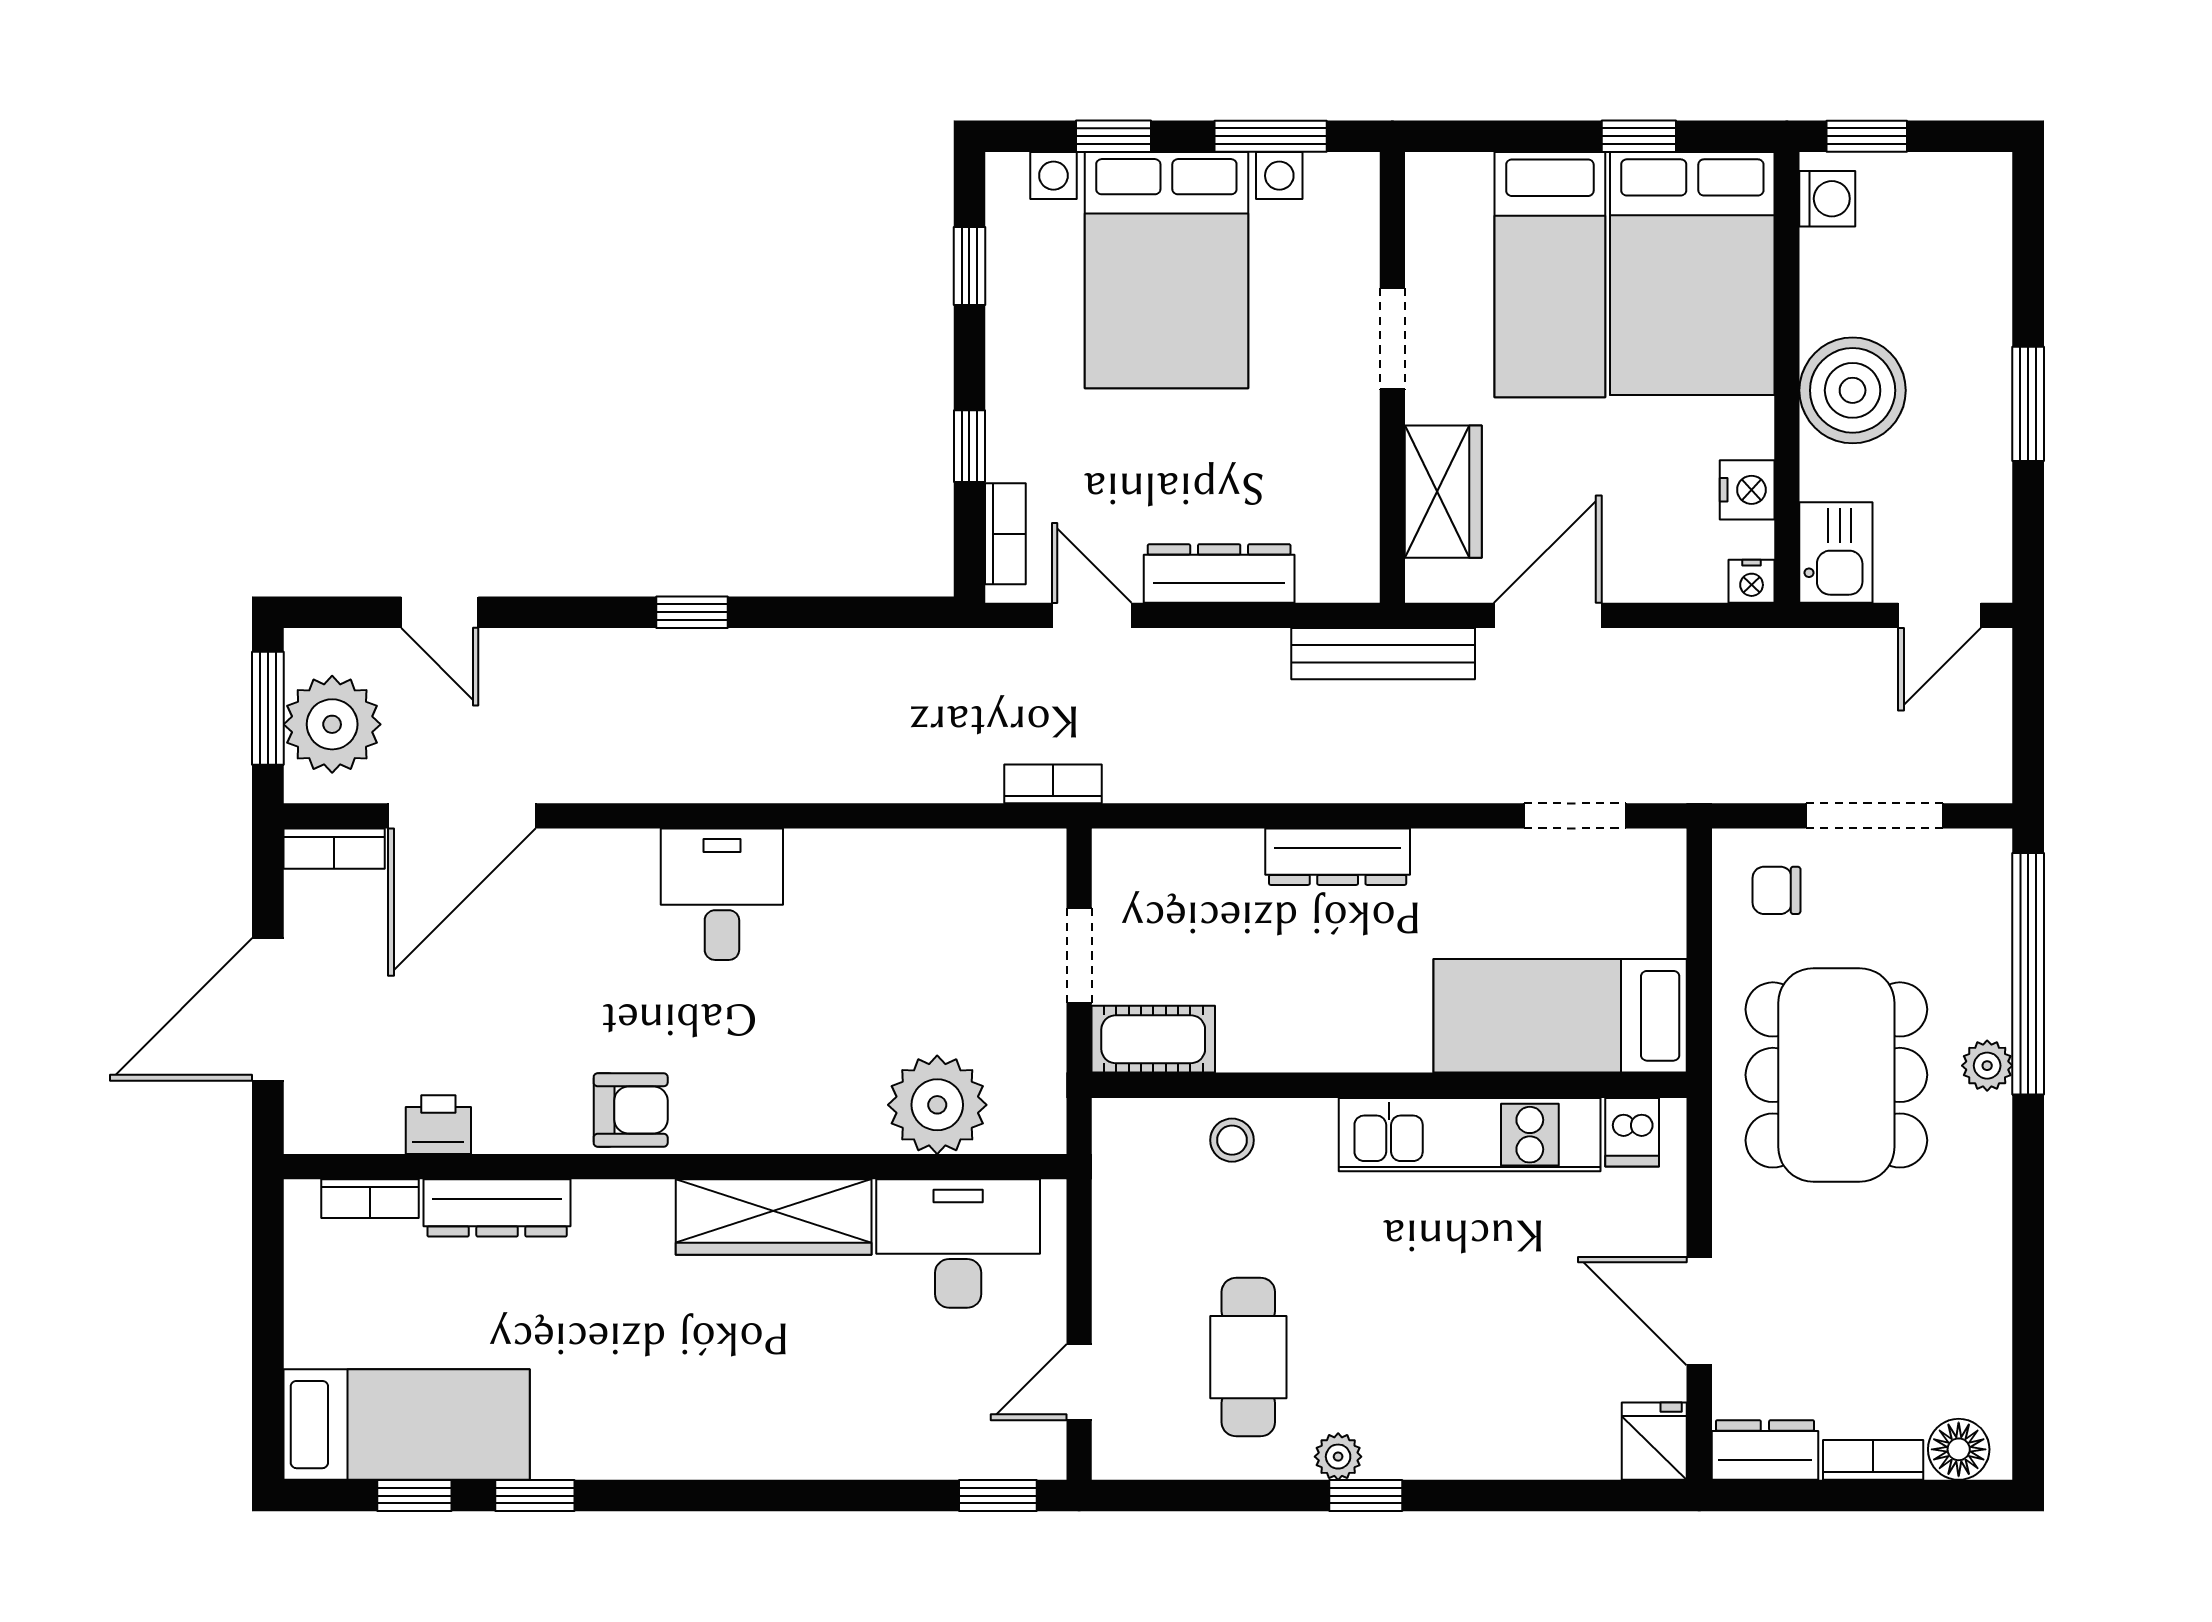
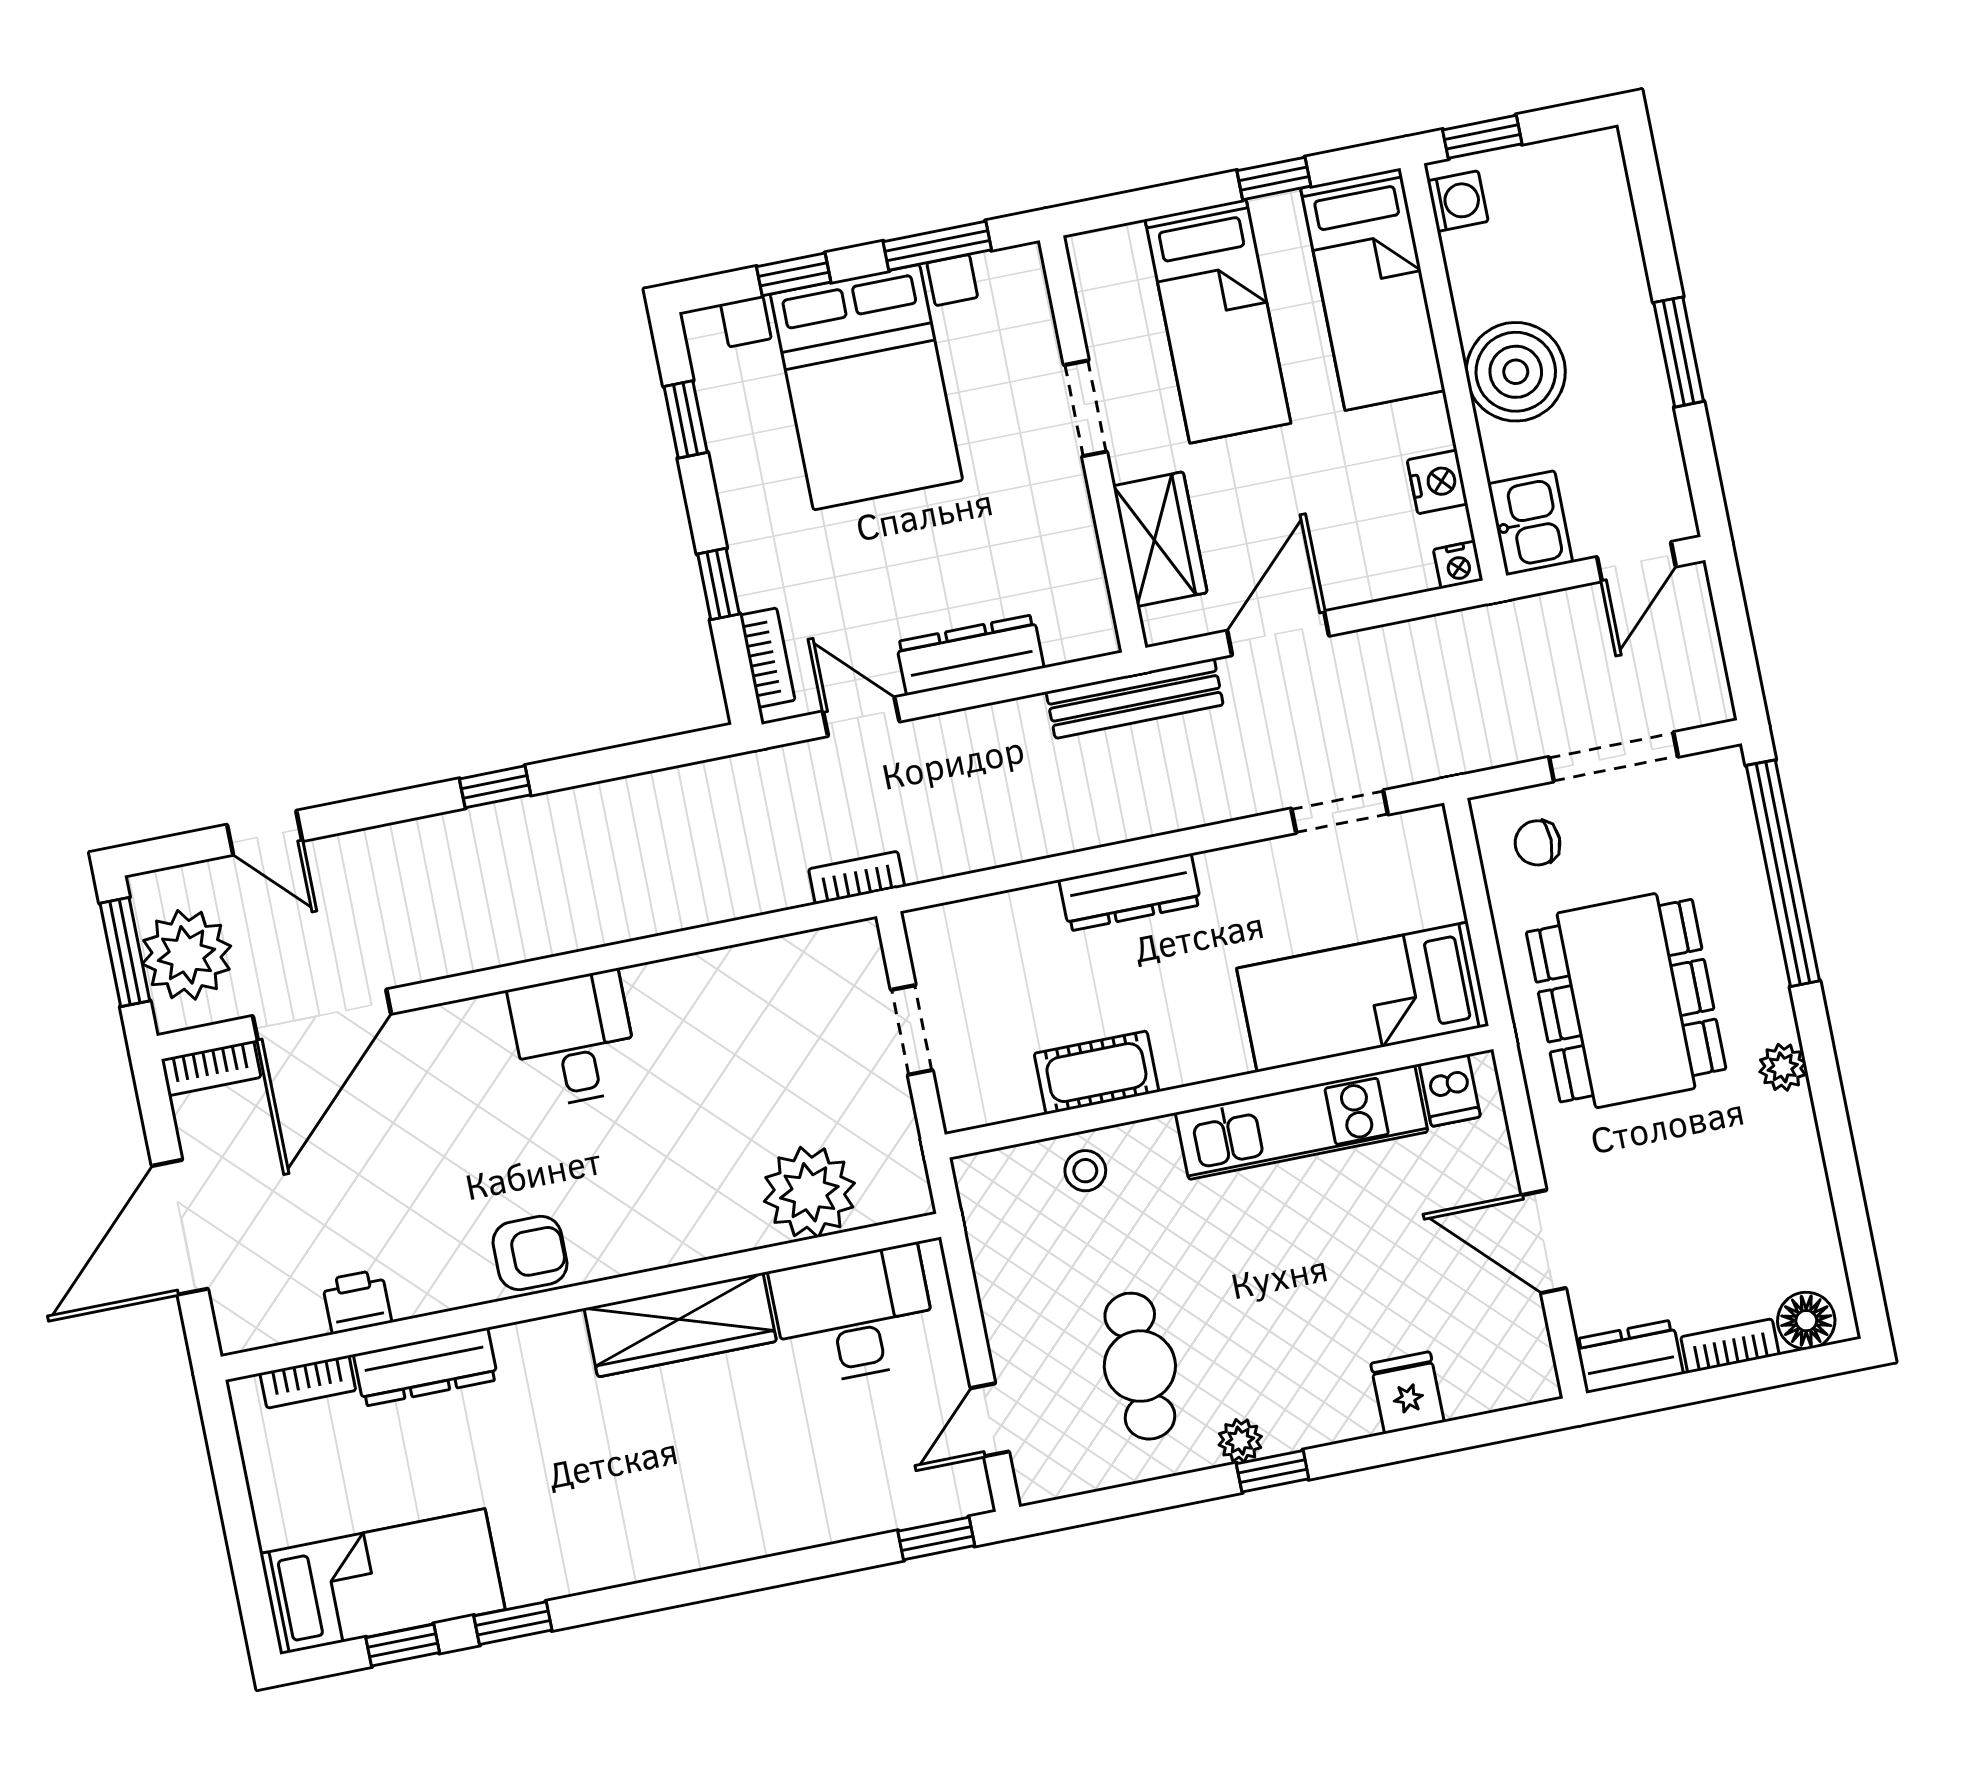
bed: (1692, 274) -> (1373, 289), width x0.67
cot: (1153, 1039) -> (1096, 1073), moved
plant: (1987, 1066) -> (1783, 1067), moved
fridge: (1654, 1441) -> (1407, 1393), moved

